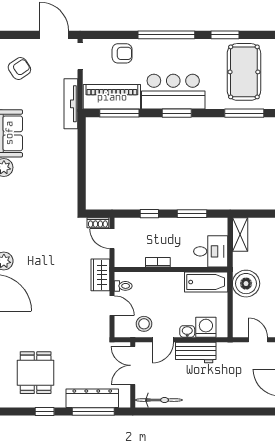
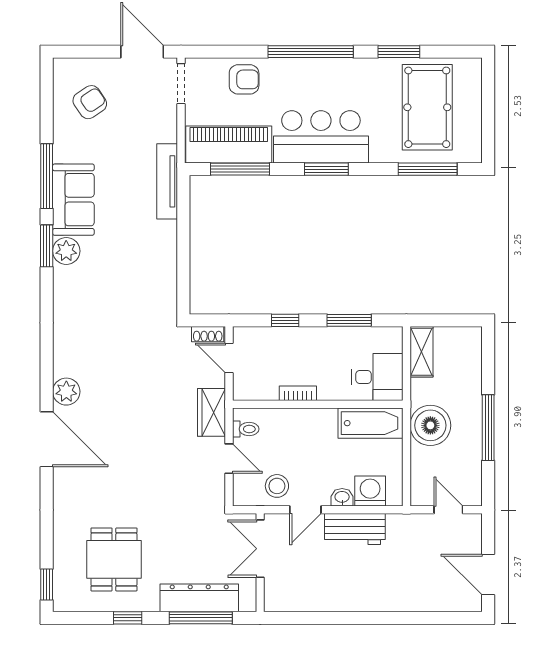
tv unit: (71, 104) -> (167, 181), moved
bicycle: (159, 400) -> (299, 600), removed

